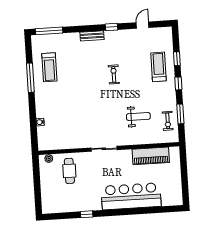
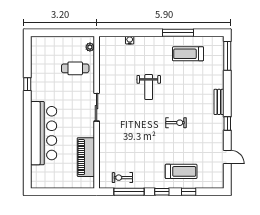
window: (180, 114) -> (129, 192), width x1.44
weight bench: (138, 117) -> (149, 87), moved

